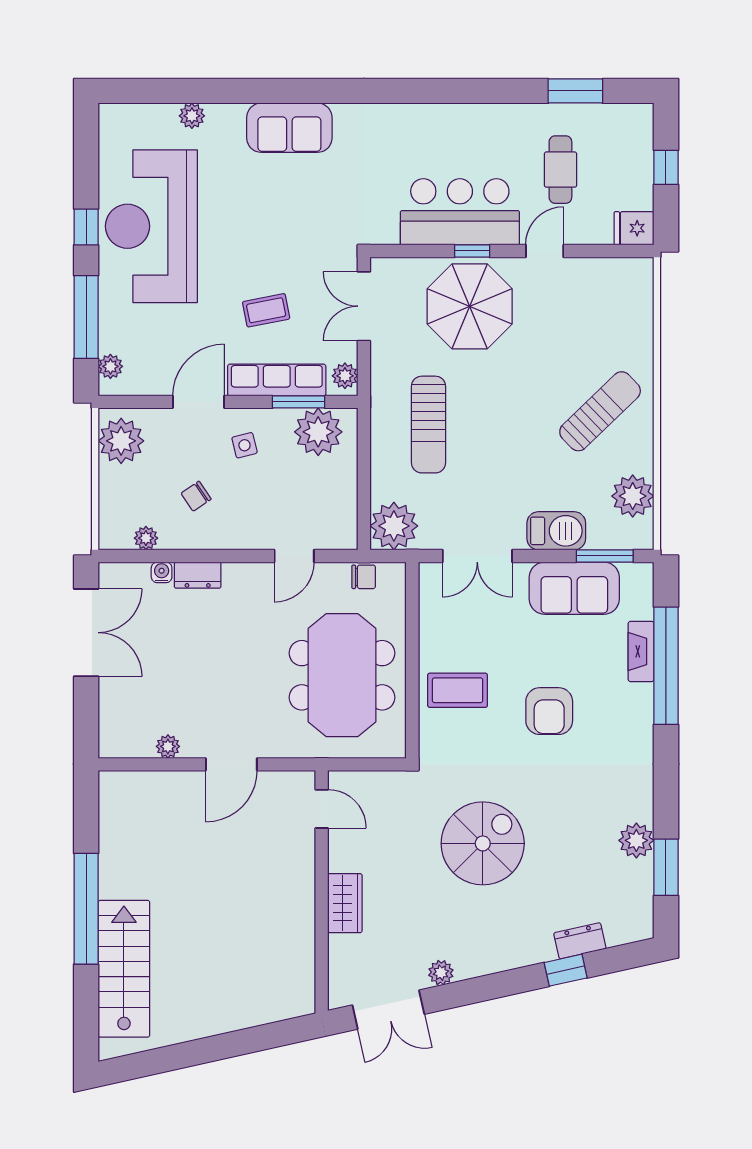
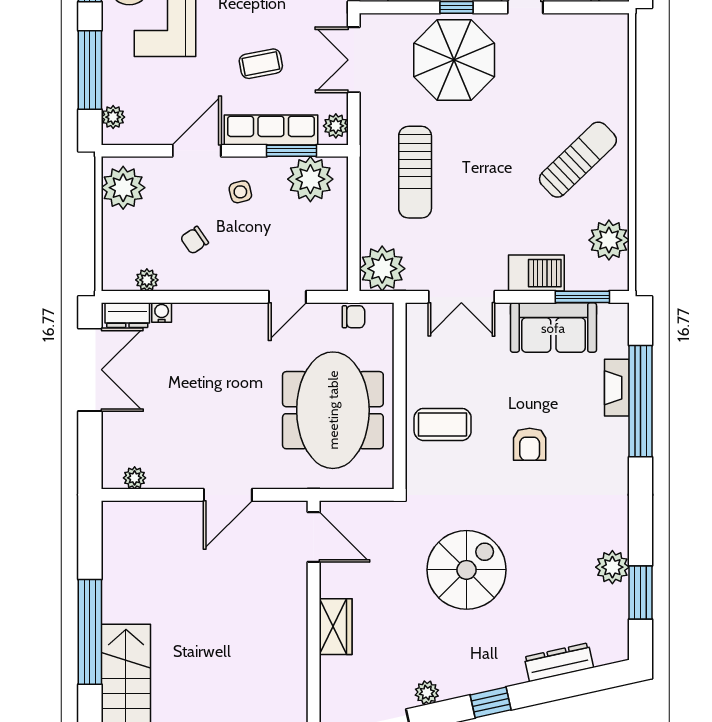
dresser: (198, 575) -> (127, 315), moved
armchair: (549, 711) -> (530, 444), width x0.72, depth x0.72
plant: (168, 746) -> (135, 478), moved
door: (322, 809) -> (314, 537), width x1.38
dresser: (580, 941) -> (559, 662), width x1.44
window: (566, 970) -> (491, 702), moved

